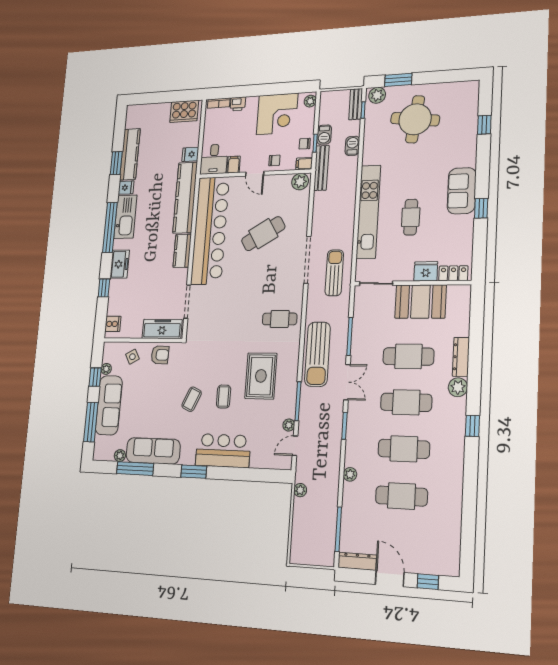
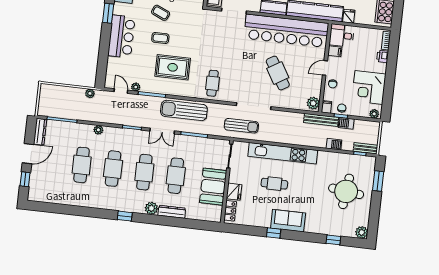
plant: (377, 95) -> (362, 232), moved

